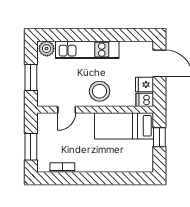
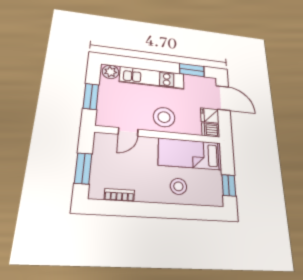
window: (128, 35) -> (192, 70), added
window: (159, 137) -> (229, 185), moved
stool: (113, 157) -> (178, 186), added

